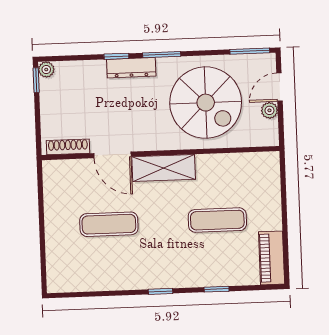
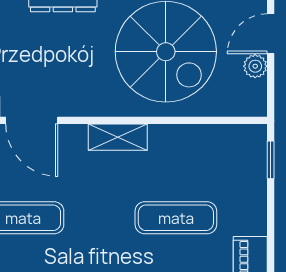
shelving: (164, 168) -> (118, 137), width x0.67, depth x0.75
window: (283, 176) -> (271, 160), added

